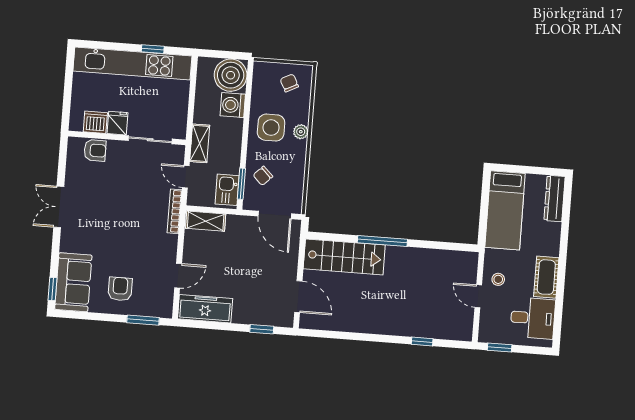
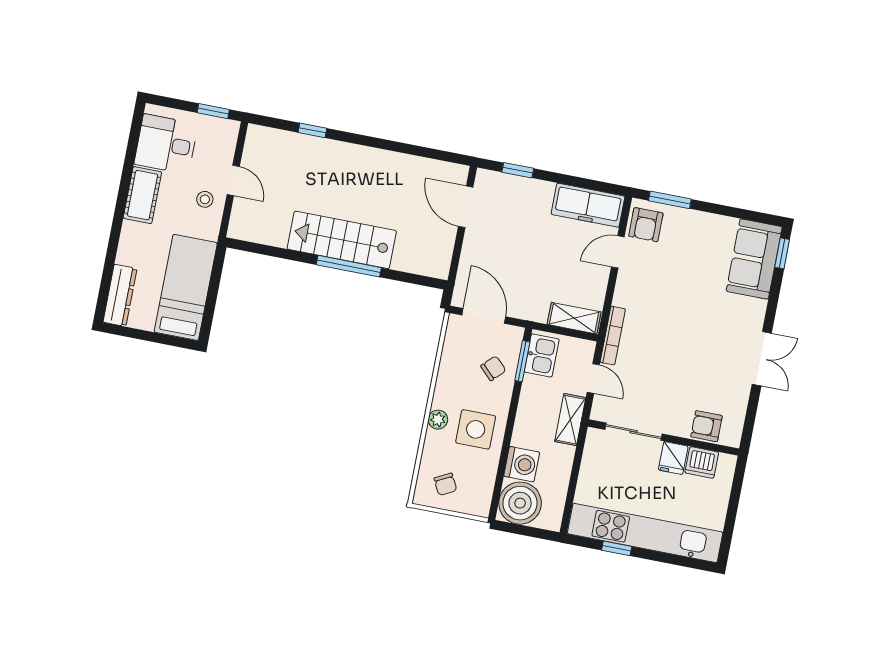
stairs: (344, 257) -> (342, 240), moved
armchair: (120, 289) -> (646, 225), moved

